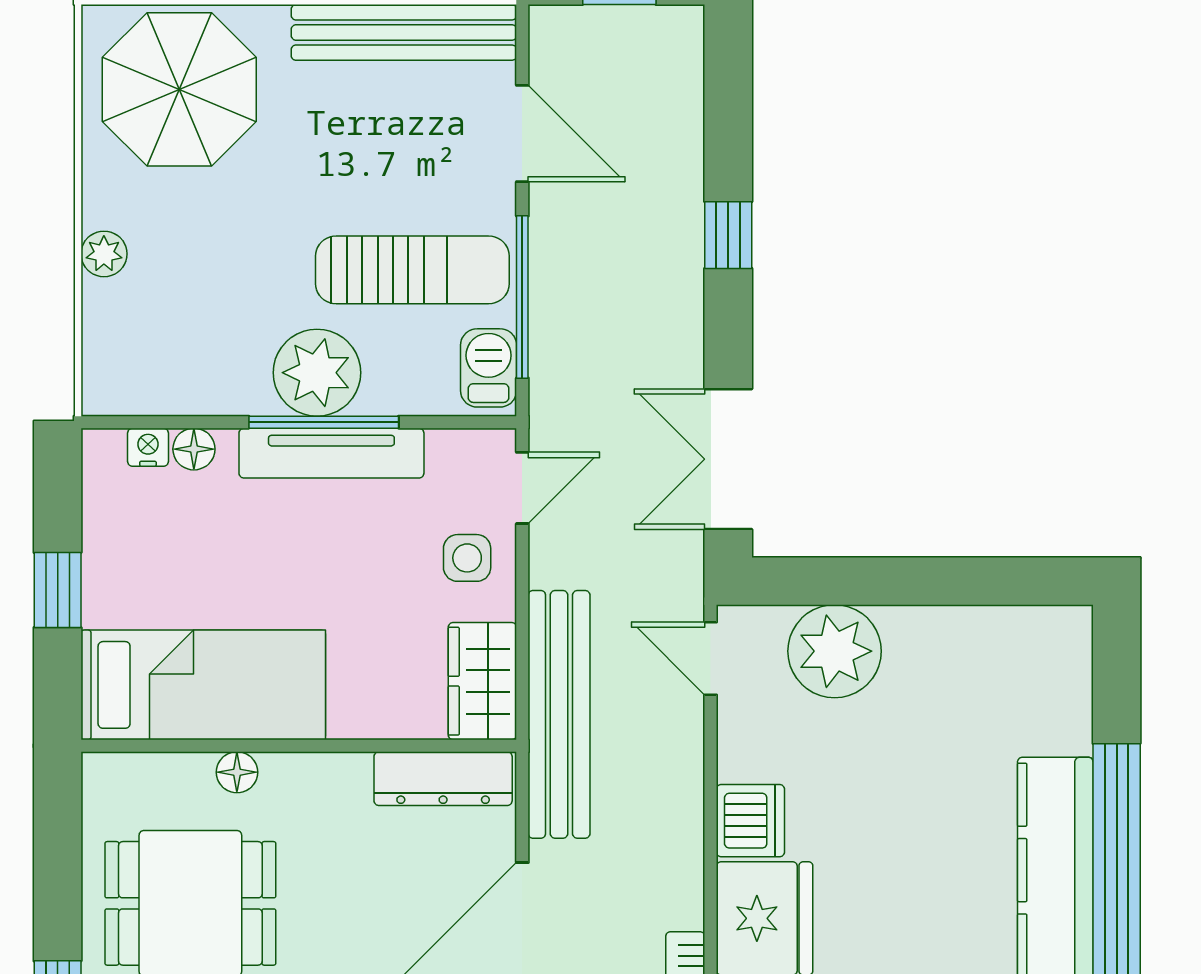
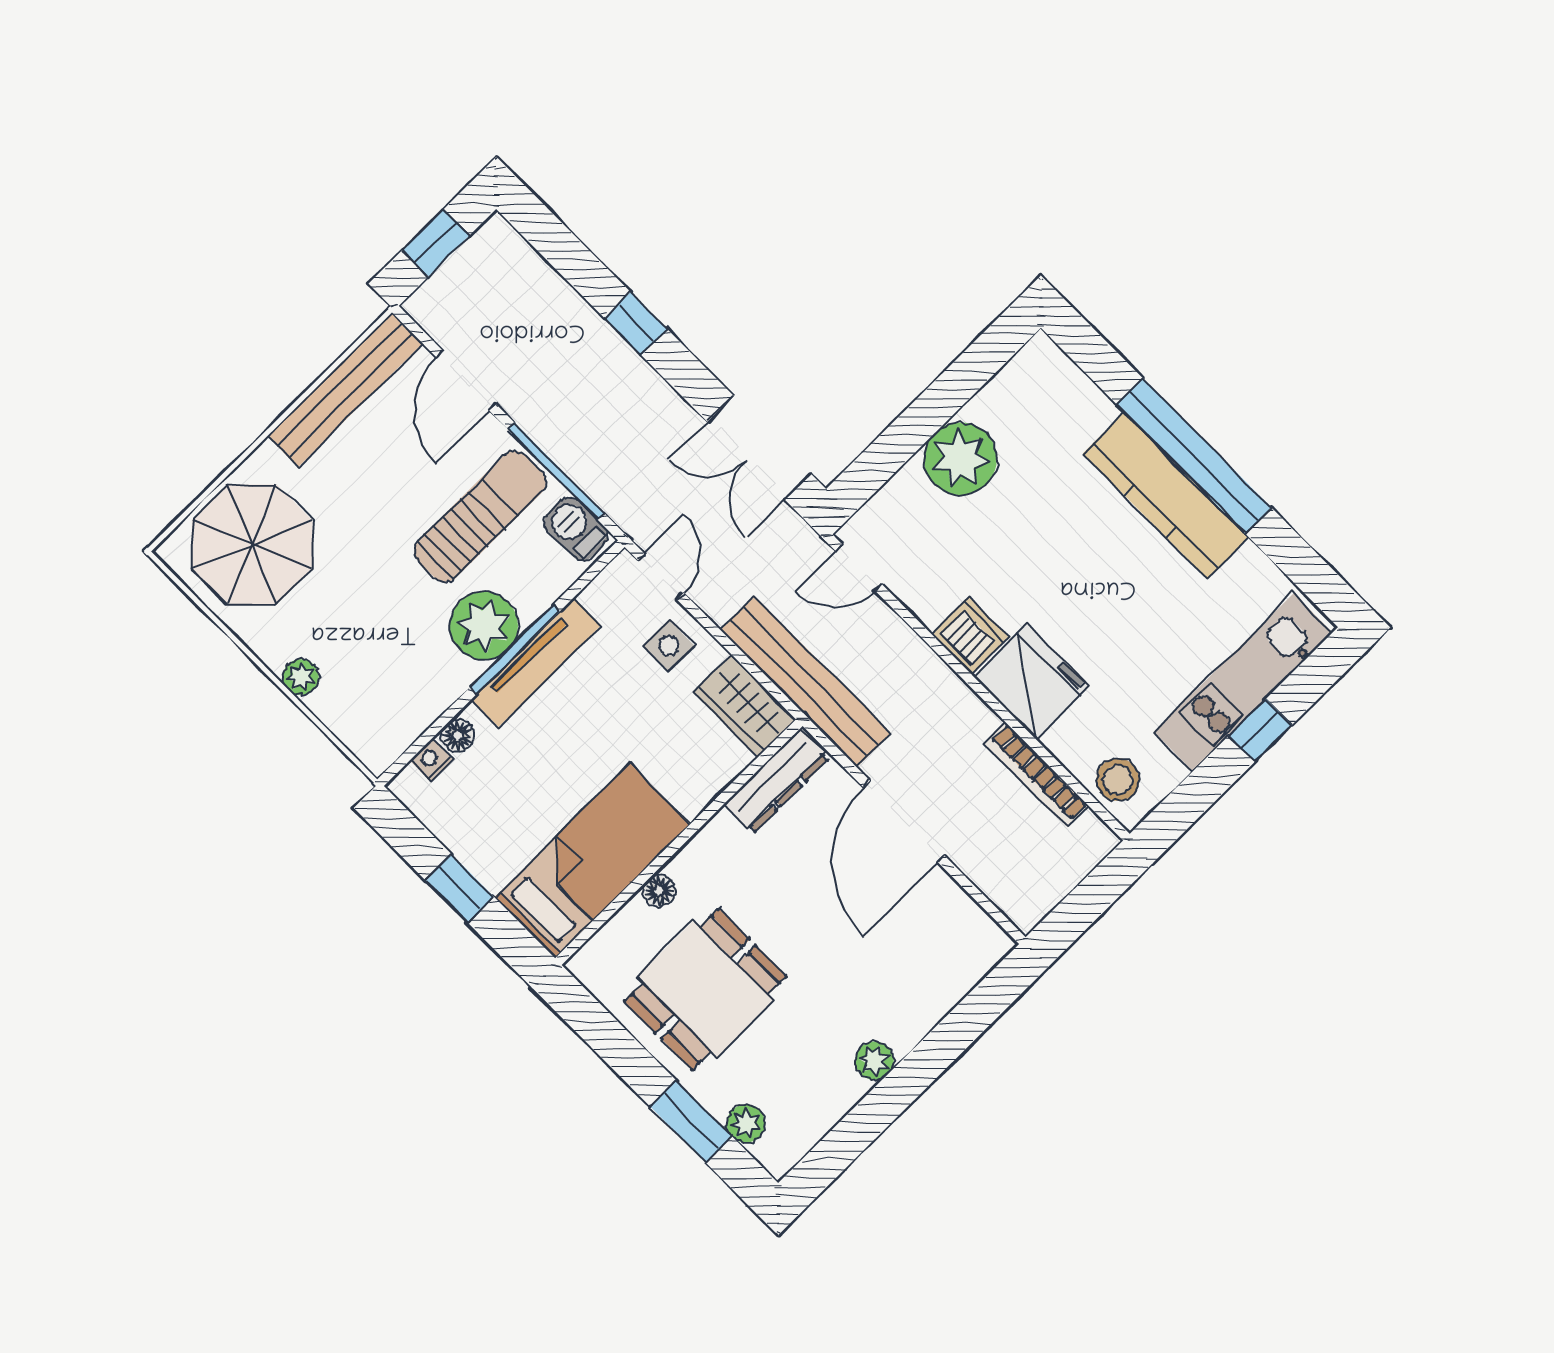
door: (522, 133) -> (466, 381), swing flipped
plant: (835, 651) -> (960, 459), moved

